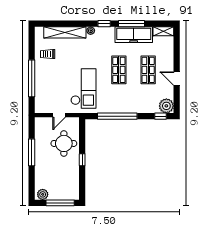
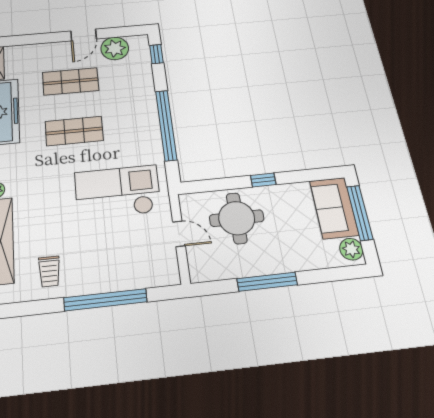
plant: (166, 106) -> (115, 48), moved
sofa: (64, 191) -> (334, 208), added

